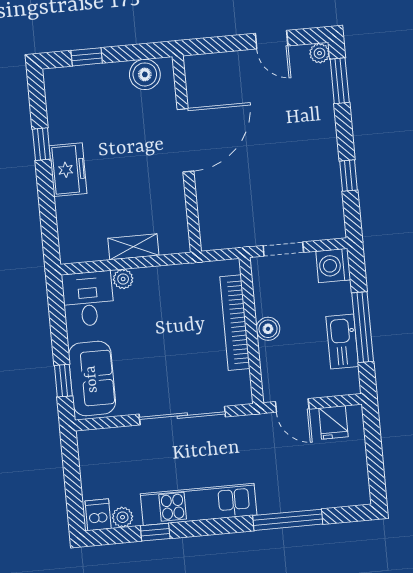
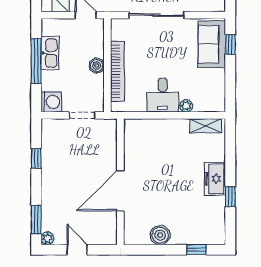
door: (186, 140) -> (120, 191), moved
wall: (187, 154) -> (120, 182), moved
shelving: (133, 247) -> (205, 126), moved
desk: (88, 299) -> (163, 95), moved

